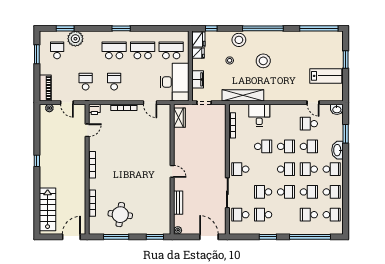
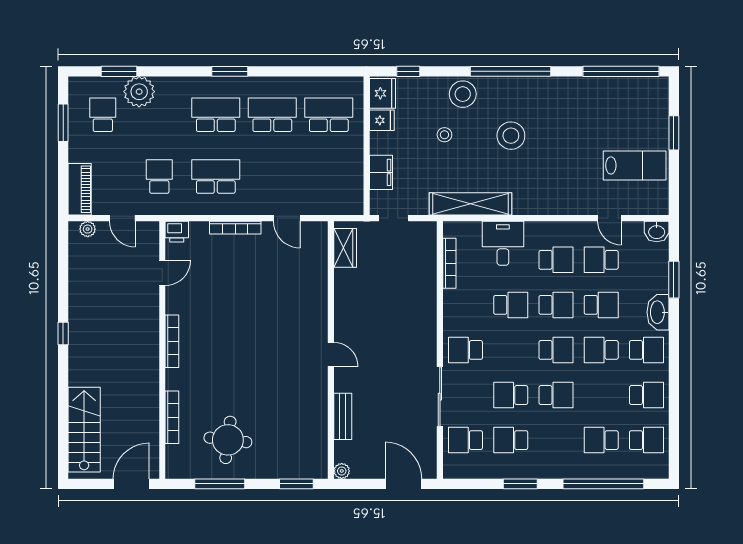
school desk: (114, 82) -> (216, 177), width x1.85
desk: (175, 82) -> (335, 178), removed
school desk: (309, 192) -> (556, 260), moved

